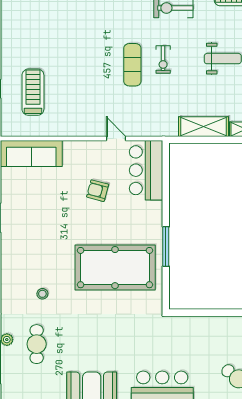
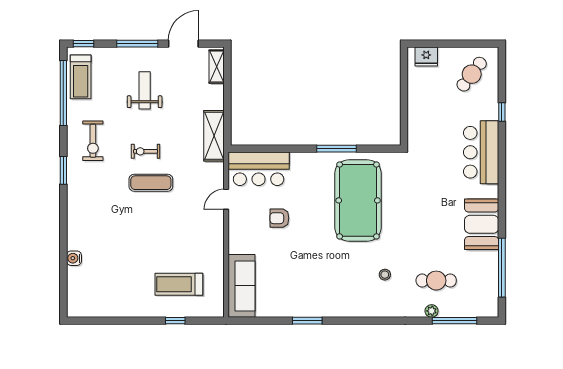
exercise bike: (163, 60) -> (146, 151), turned 180
shelving: (203, 127) -> (214, 136), moved
armchair: (98, 191) -> (279, 218), turned 75

